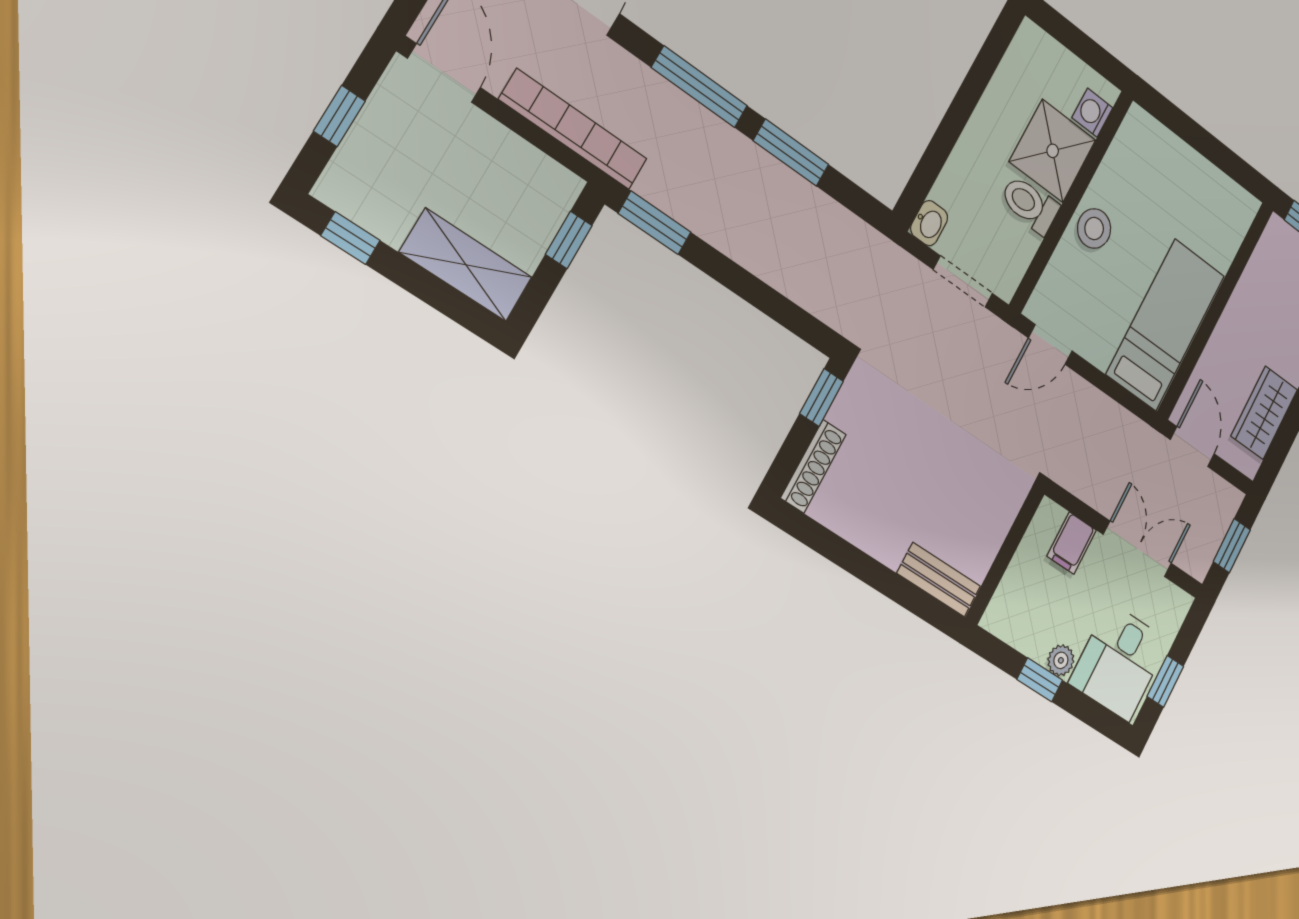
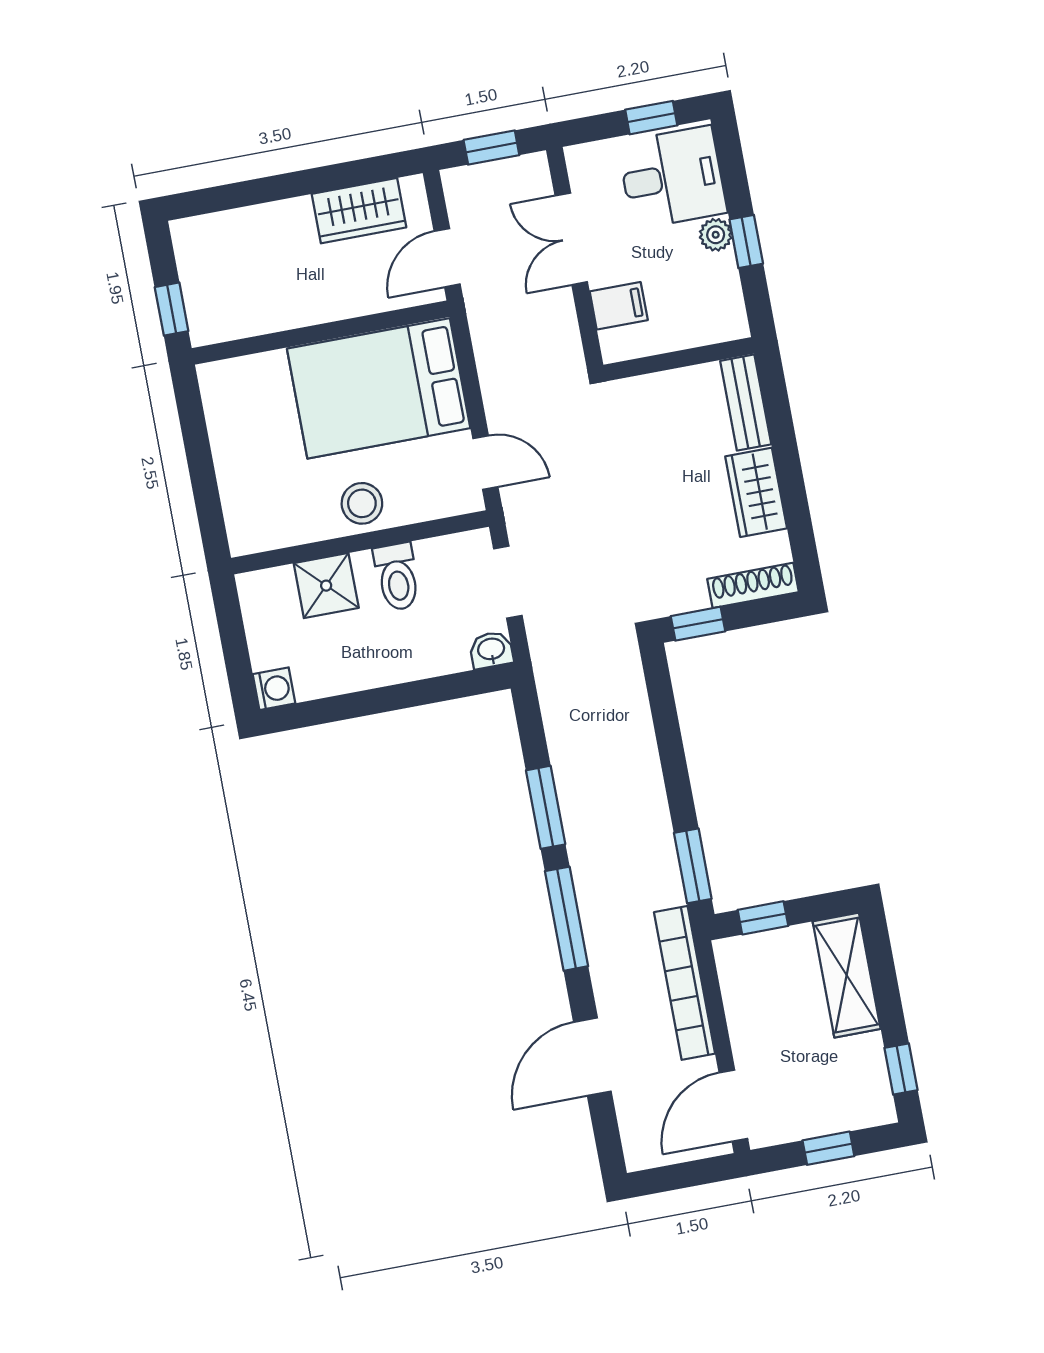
washing machine: (1092, 113) -> (274, 689), moved, turned -90
shower: (1053, 151) -> (326, 586), width x0.73, depth x0.73
bed: (1166, 325) -> (379, 388), width x1.50
wardrobe: (874, 530) -> (756, 492), added

